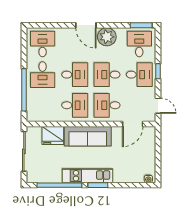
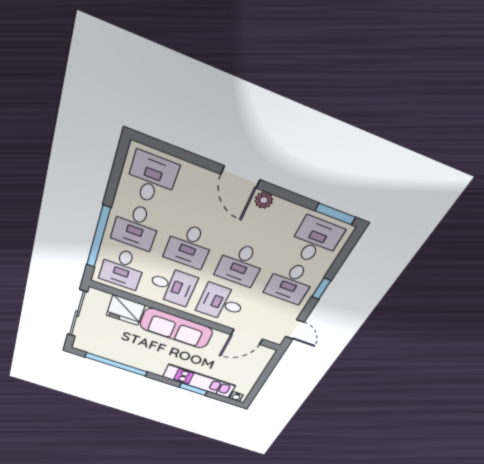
plant: (107, 37) -> (264, 200), width x0.53, depth x0.53
desk: (75, 75) -> (189, 246), turned 90
desk: (107, 75) -> (240, 265), turned -90
desk: (139, 75) -> (290, 283), turned 90
desk: (43, 105) -> (122, 268), added
kitchen unit: (88, 176) -> (199, 381), moved
window: (98, 185) -> (193, 389), moved

